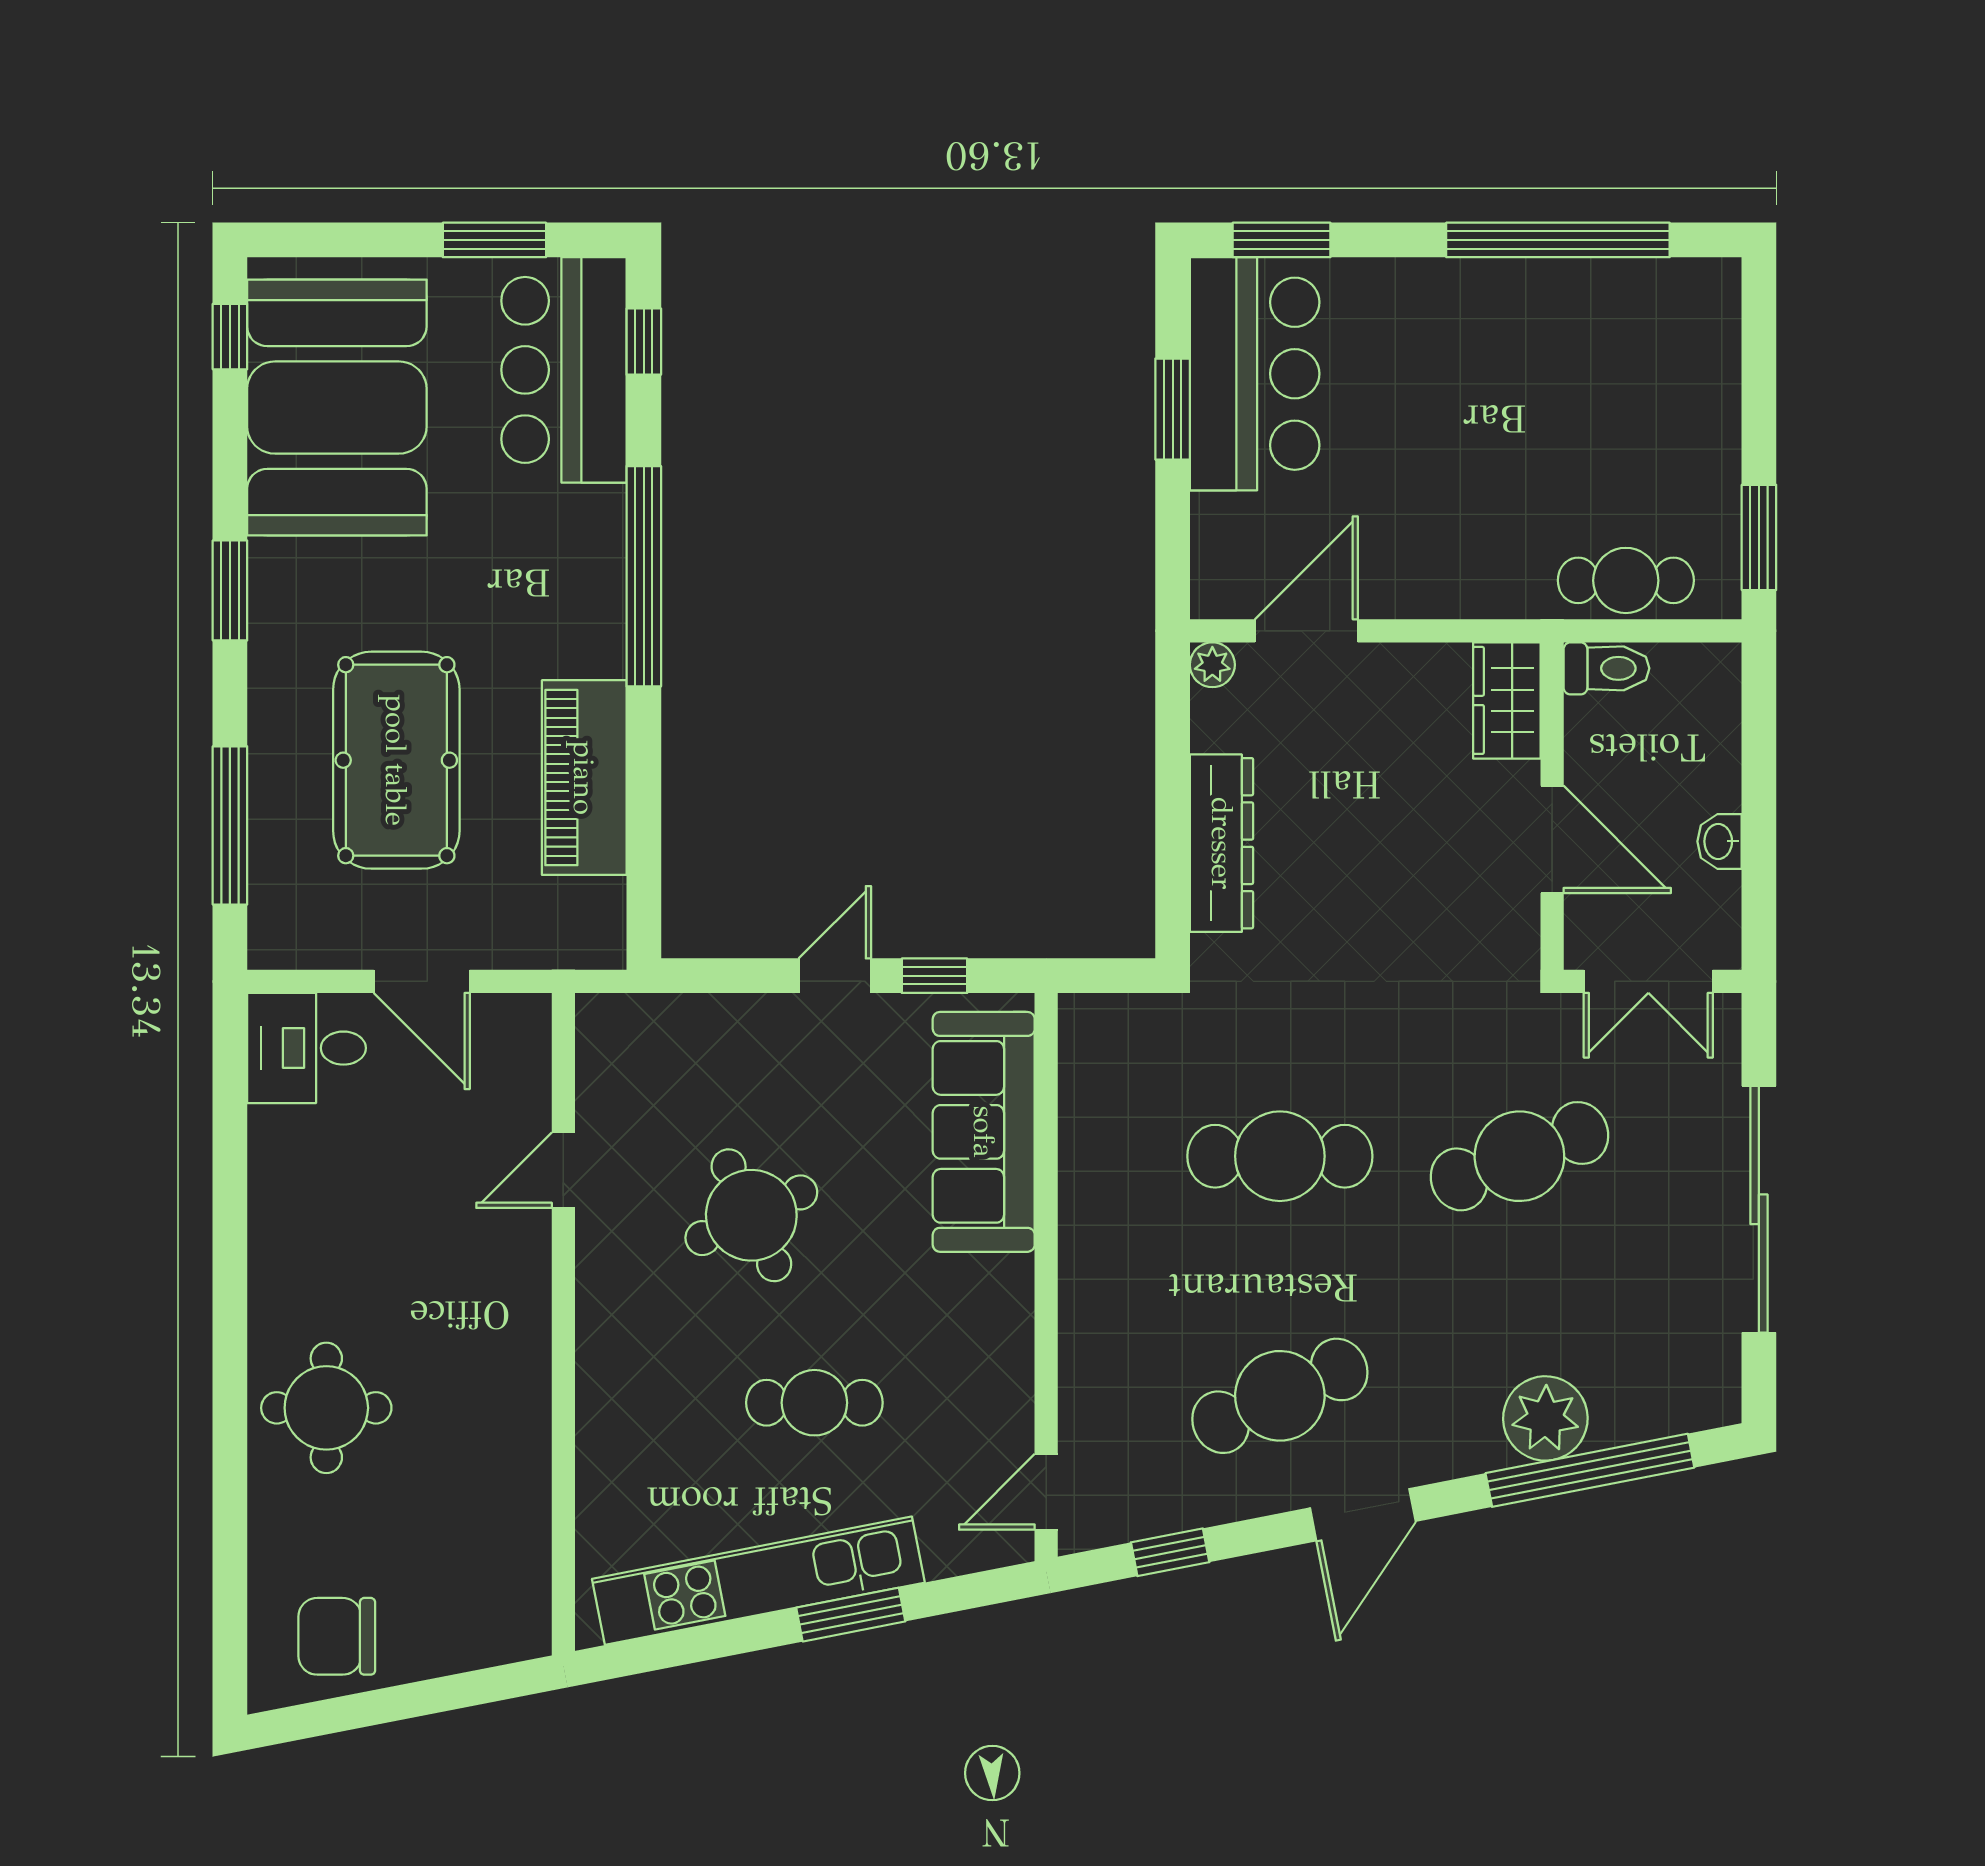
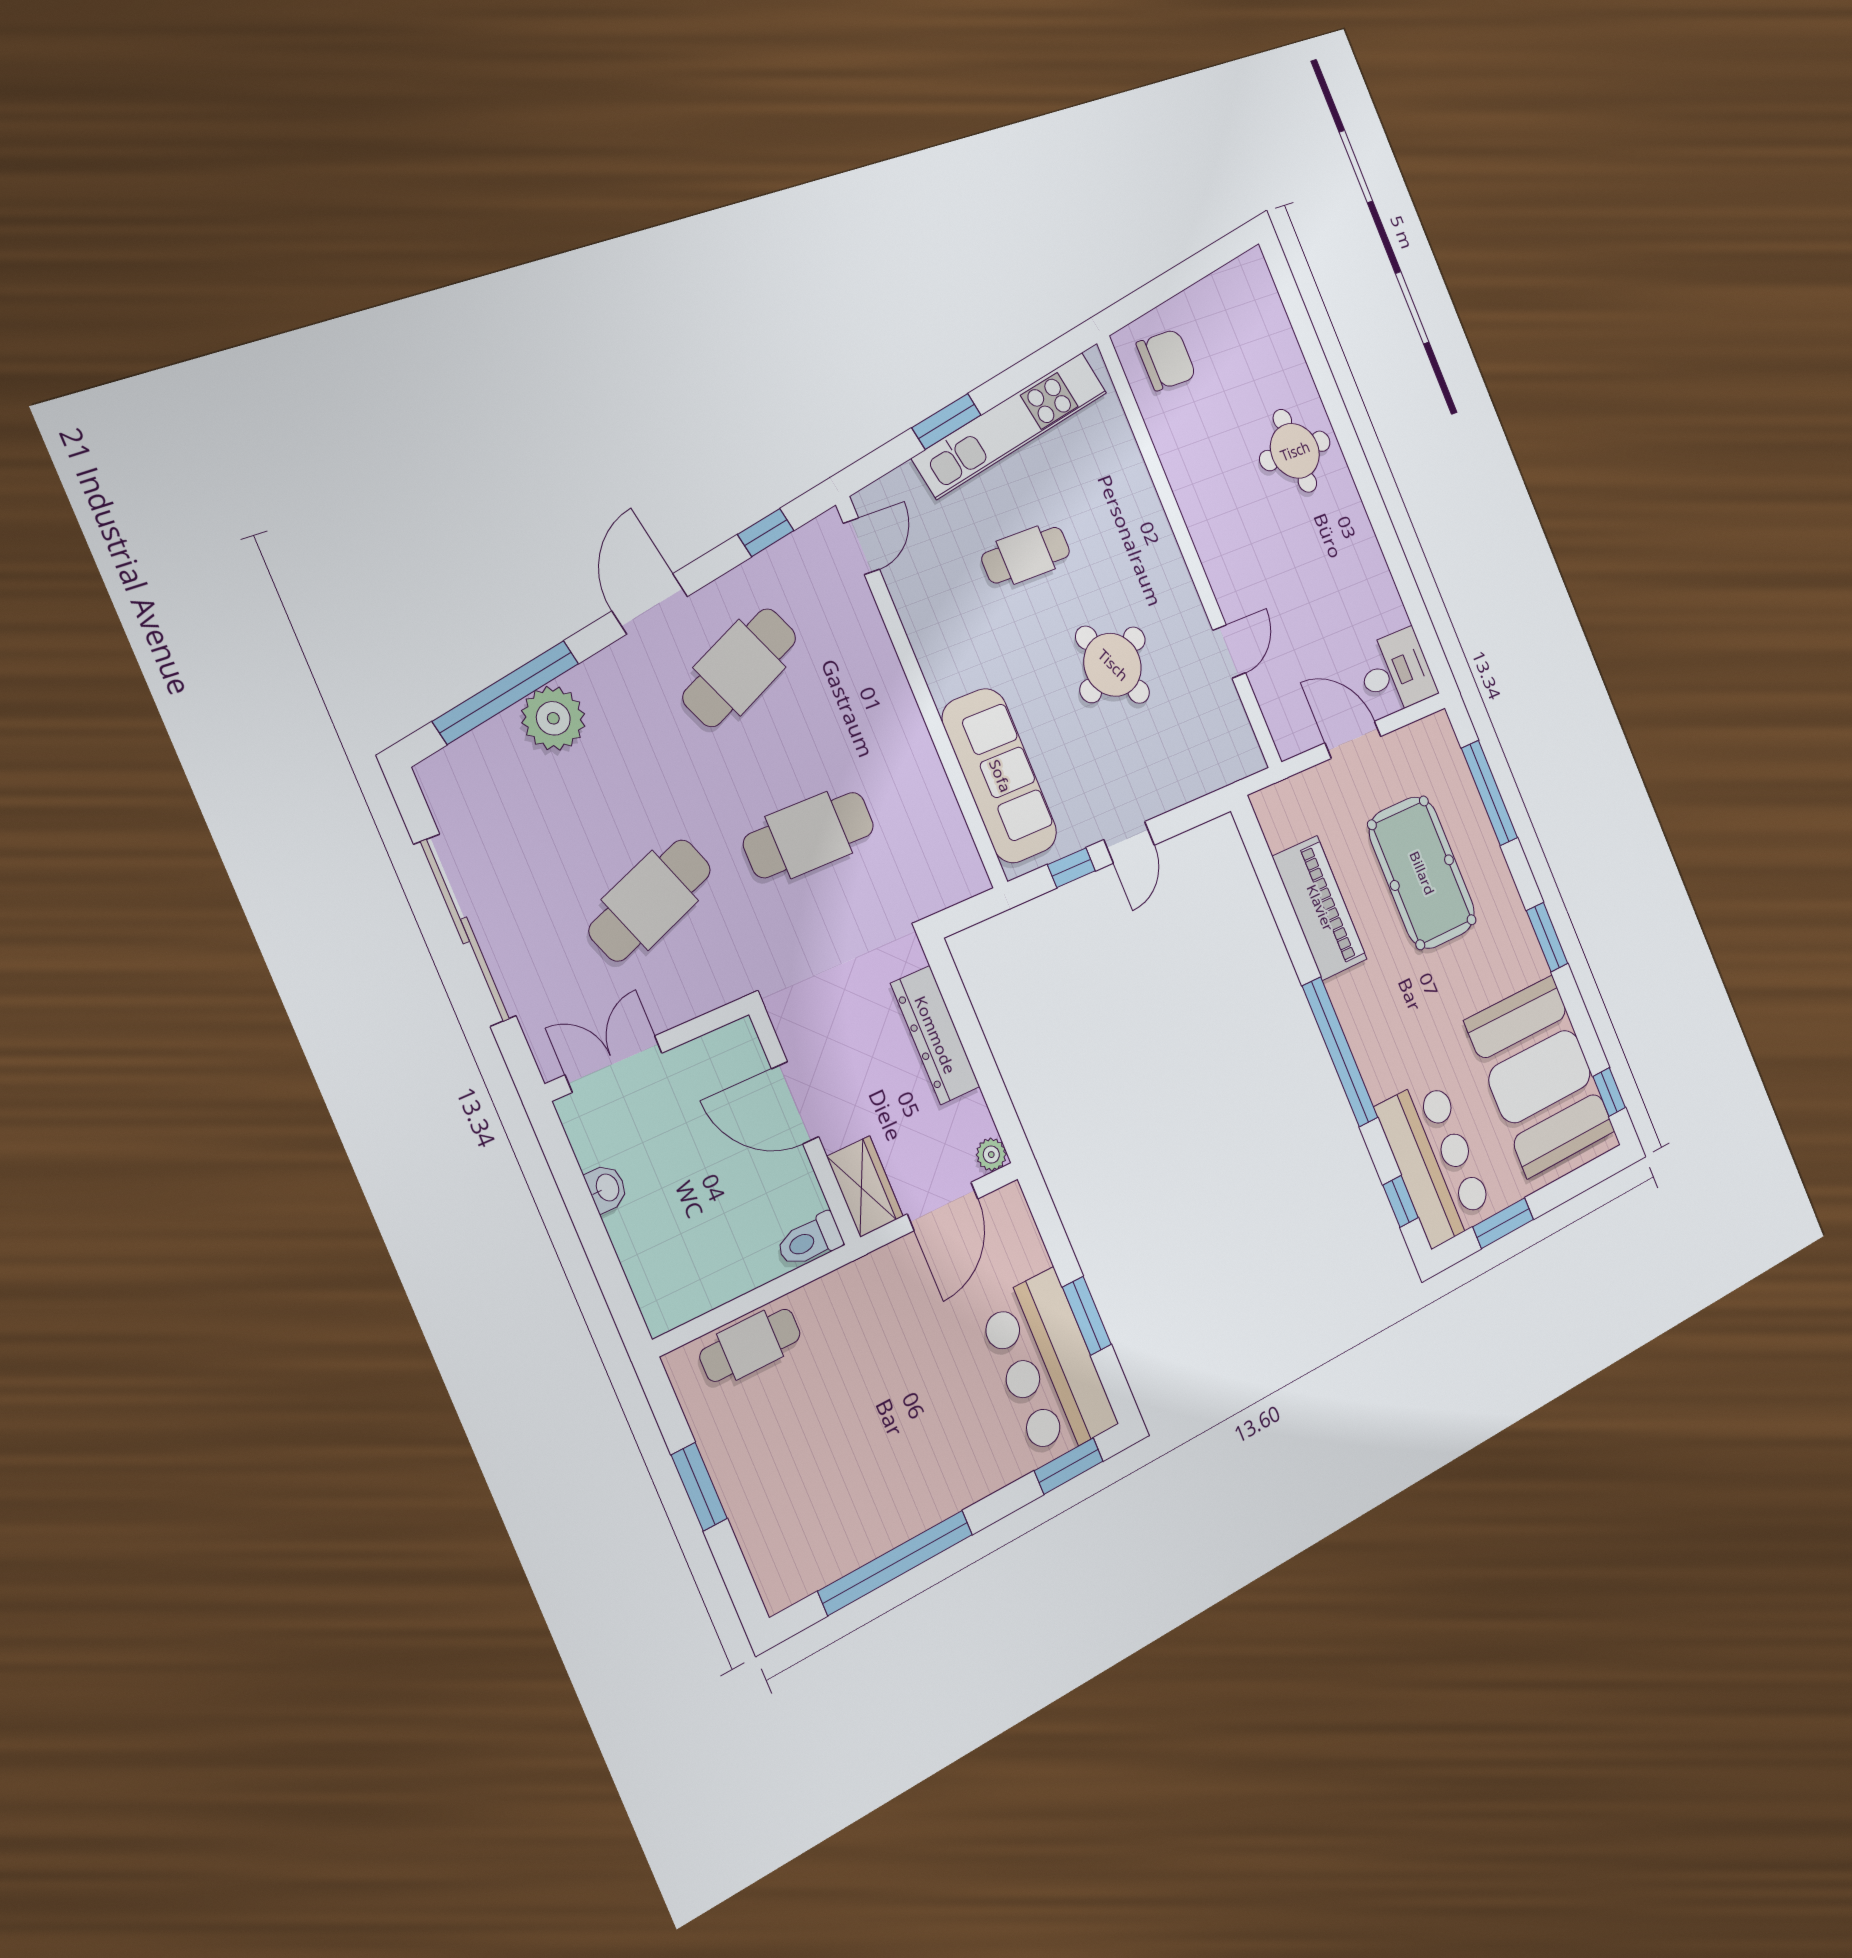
window: (1759, 537) -> (699, 1487), moved
toilet: (1606, 668) -> (810, 1240), moved
wardrobe: (1507, 700) -> (865, 1186), moved
wall: (1552, 806) -> (805, 1126), moved
door: (1552, 839) -> (795, 1103), moved
chair: (337, 1636) -> (1166, 360), moved

